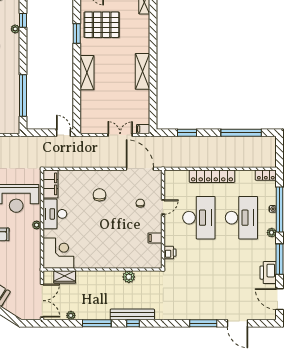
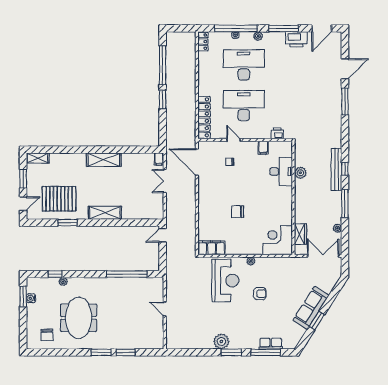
pallet: (102, 25) -> (59, 199), turned 90
window: (187, 133) -> (163, 99), moved
door: (140, 169) -> (197, 162), hinge flipped
locker: (212, 176) -> (204, 117), moved
chair: (99, 195) -> (238, 212), moved
desk: (55, 214) -> (281, 172), moved, turned -90

